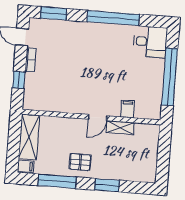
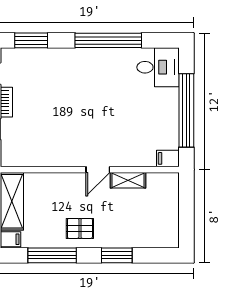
filing cabinet: (128, 109) -> (168, 158), moved, turned -90

